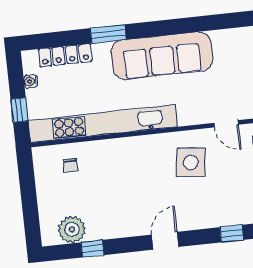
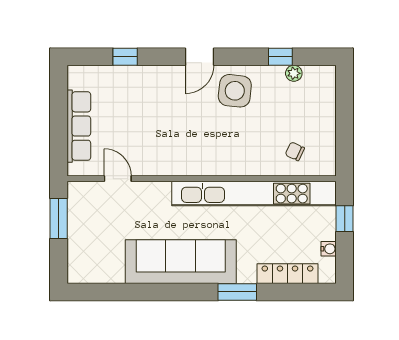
side table: (191, 163) -> (235, 91), moved
chair: (70, 165) -> (295, 151), turned -65
plant: (72, 229) -> (294, 73), width x0.53, depth x0.53

